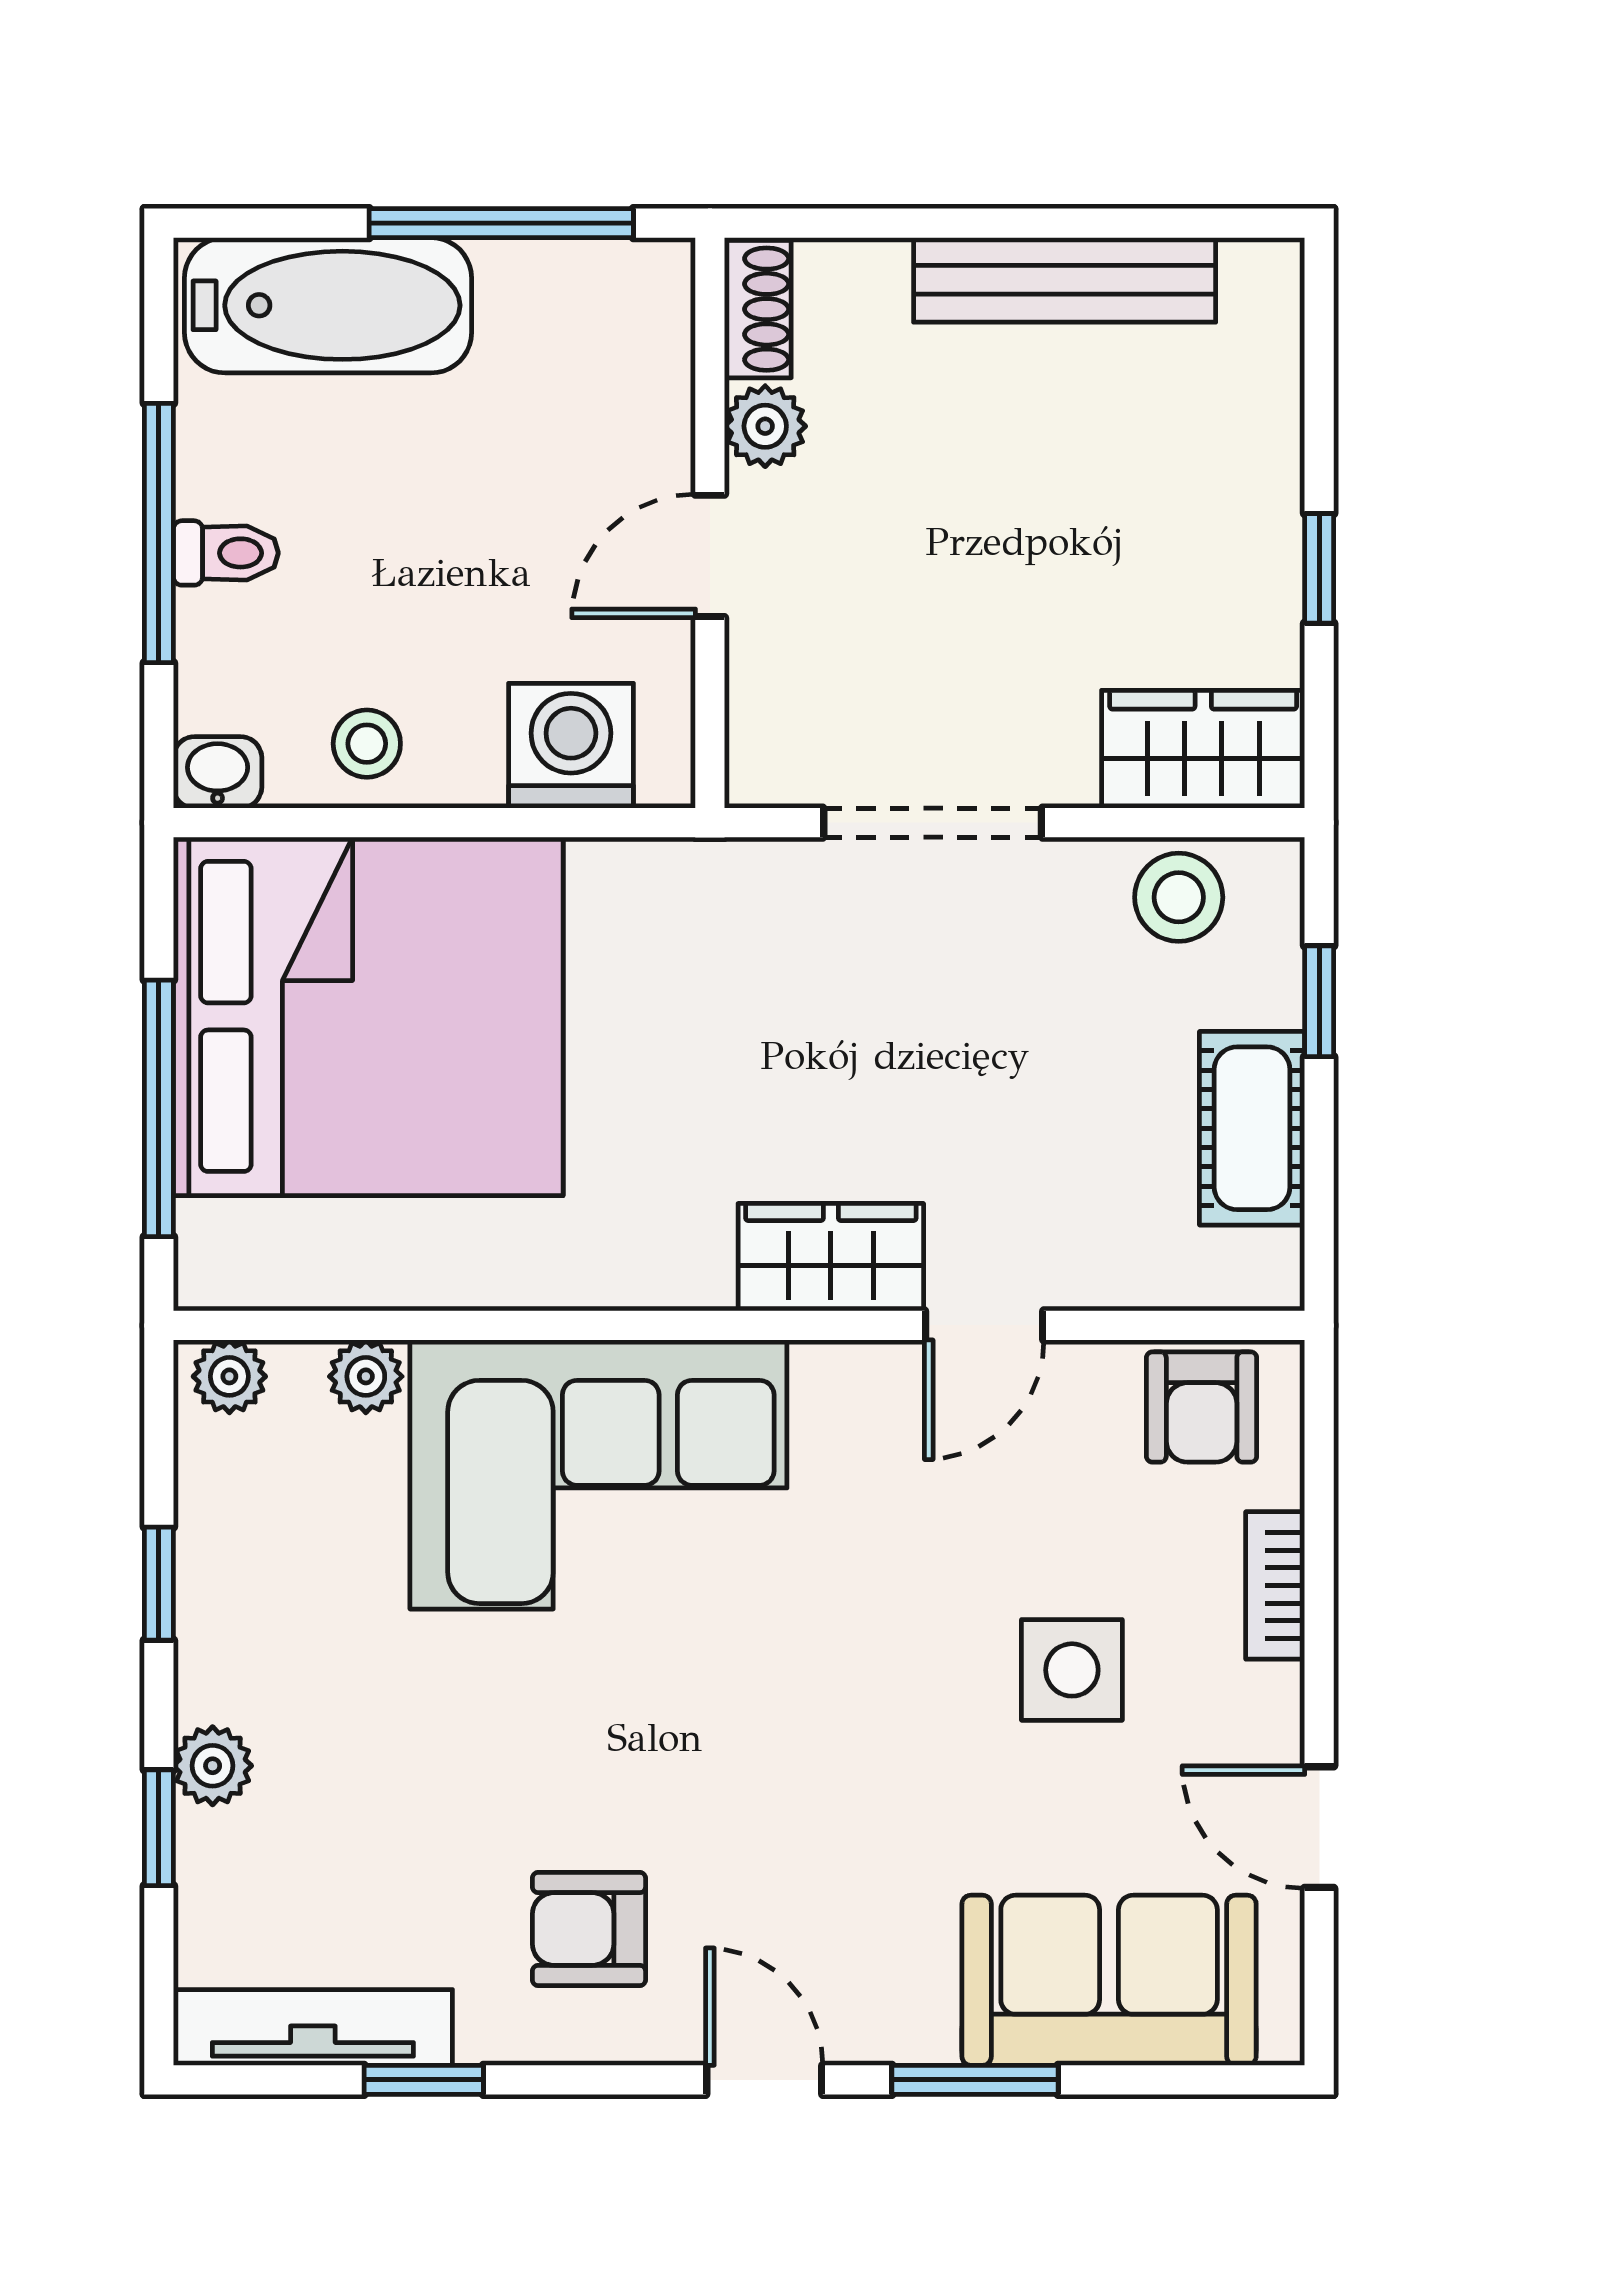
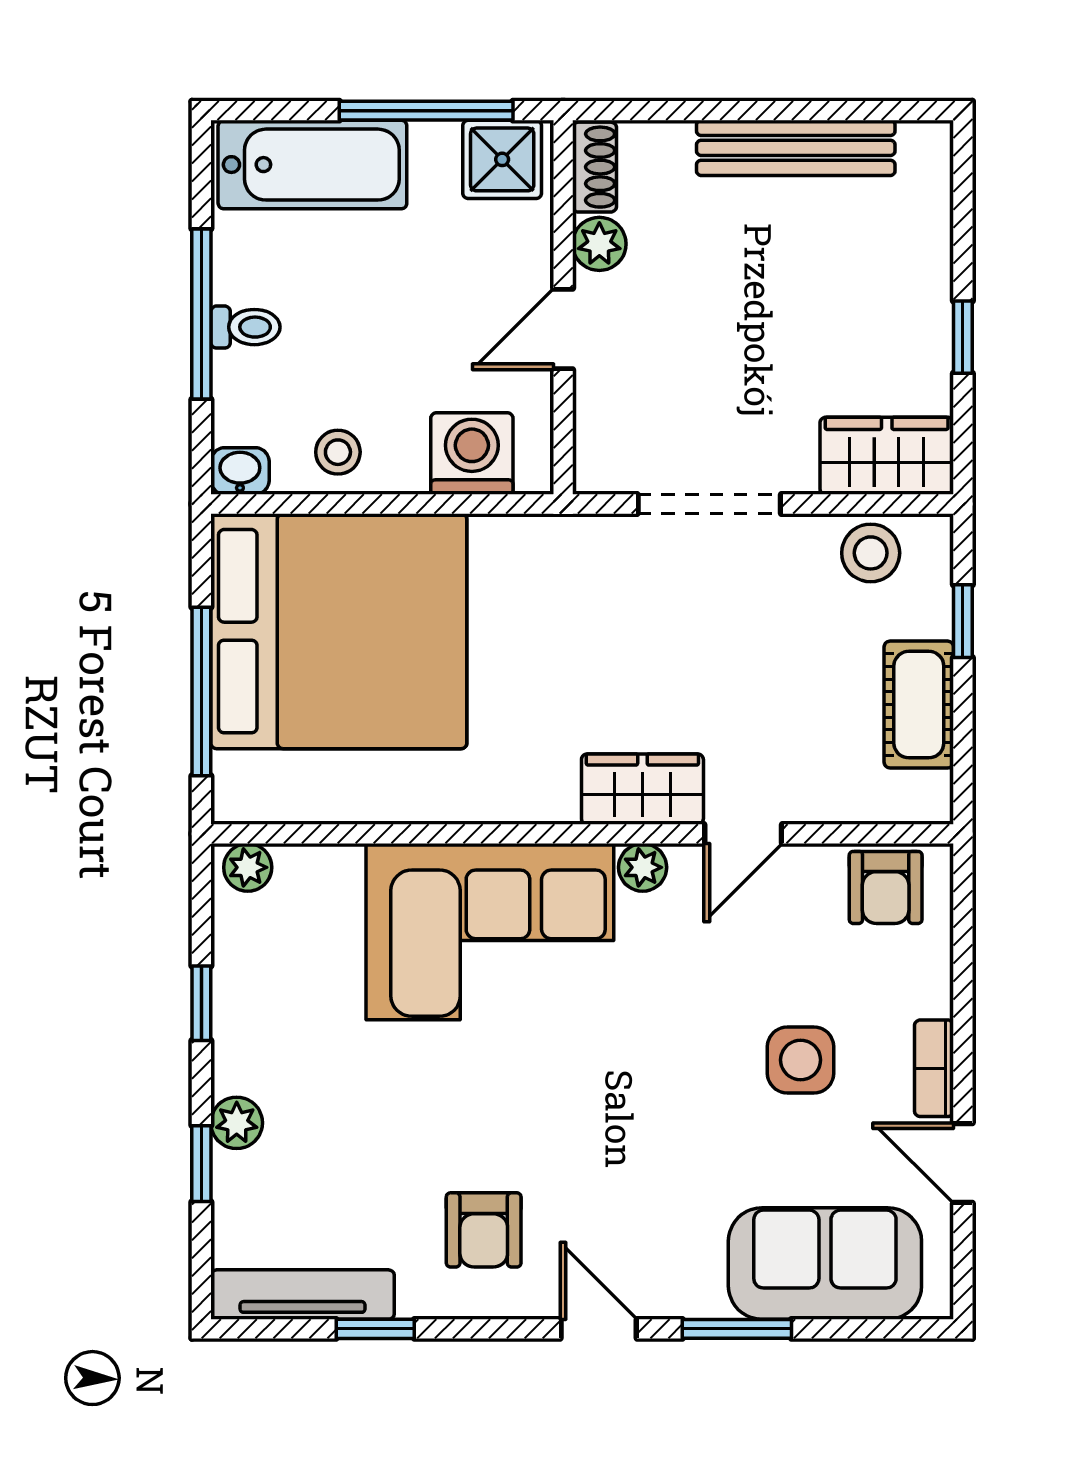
shower: (617, 297) -> (502, 159), added
plant: (366, 1376) -> (643, 867), moved
bookcase: (1275, 1585) -> (934, 1068), moved
armchair: (589, 1929) -> (484, 1230), turned -90

